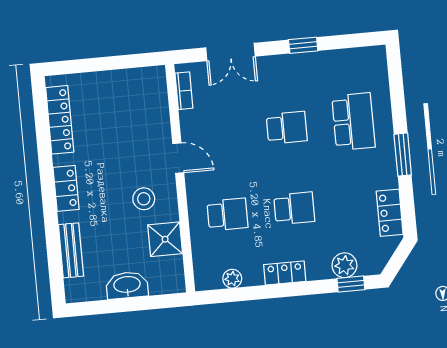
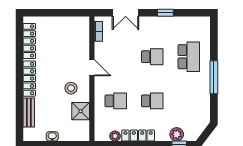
window: (403, 155) -> (214, 77), width x1.44
locker: (66, 188) -> (29, 79), width x1.53
locker: (390, 213) -> (204, 108), removed
locker: (285, 273) -> (138, 136), width x1.53
washbasin: (127, 285) -> (52, 136), width x0.52, depth x0.69

